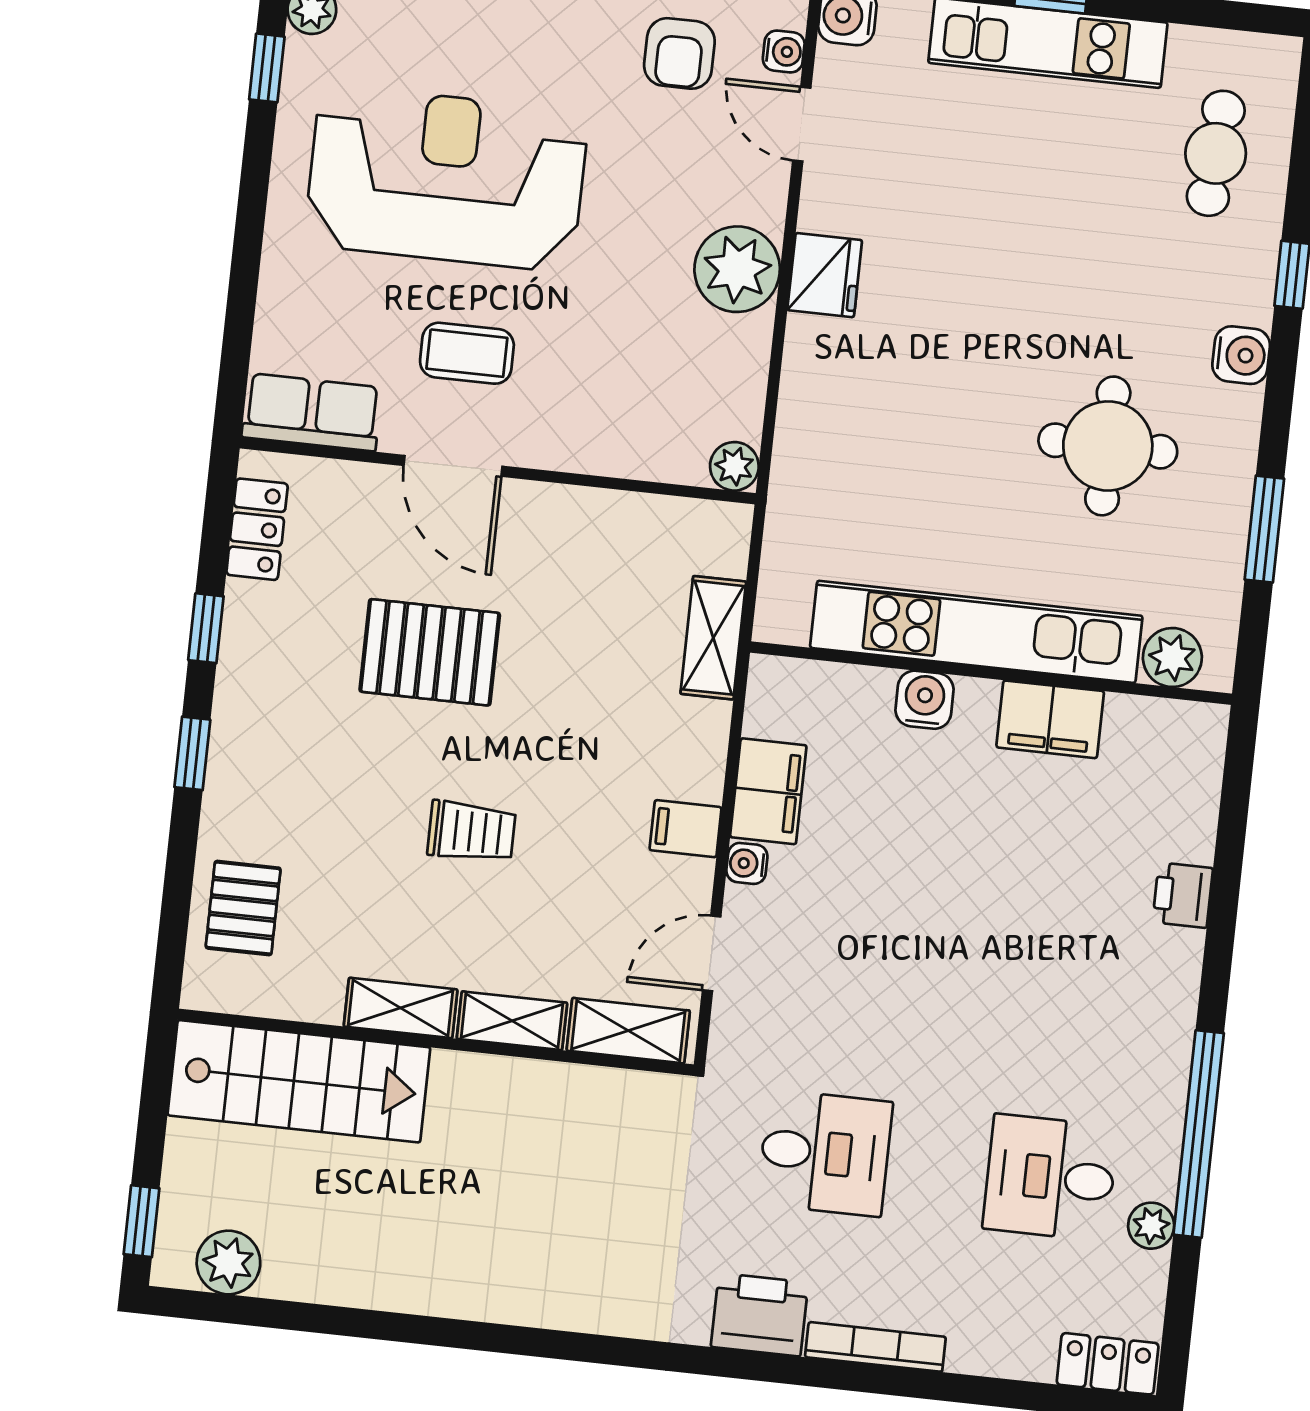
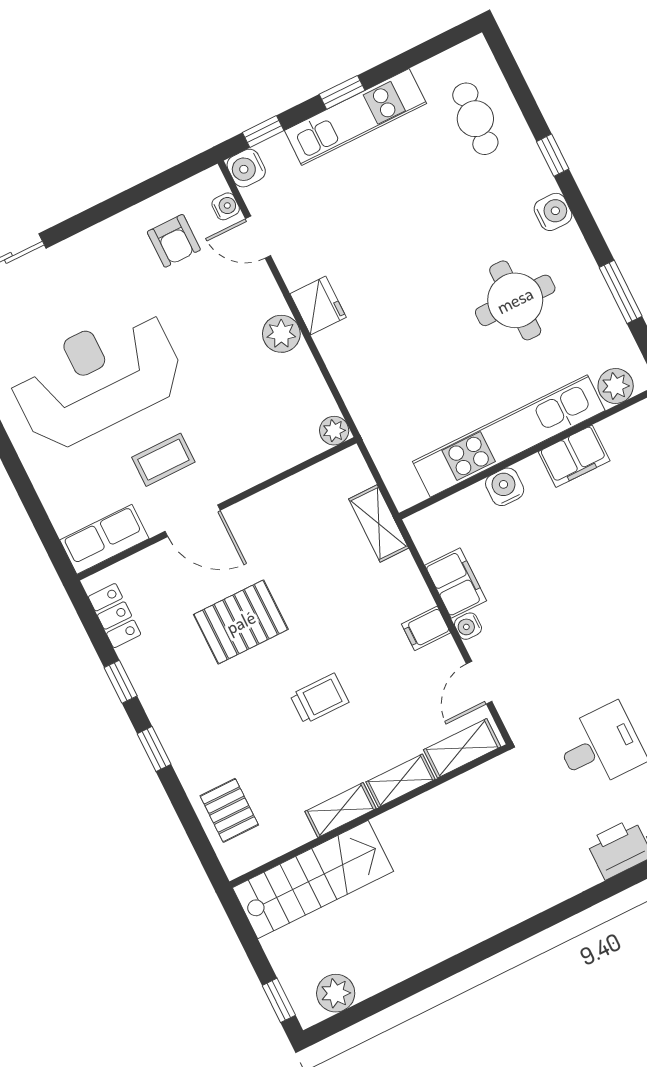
plant: (737, 269) -> (281, 334), width x0.73, depth x0.73

